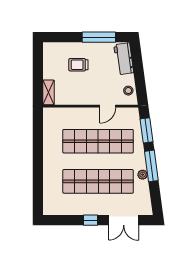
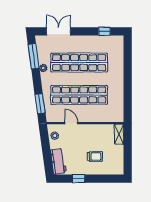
window: (99, 37) -> (78, 179), width x0.46
door: (108, 106) -> (71, 123), hinge flipped
window: (151, 166) -> (34, 56), moved
window: (91, 220) -> (104, 31), moved

